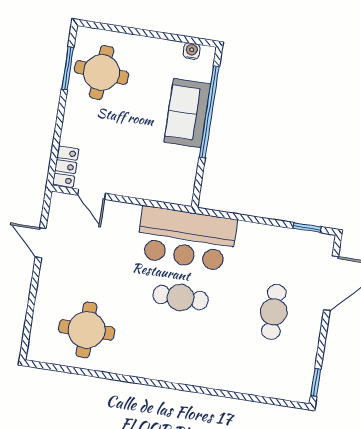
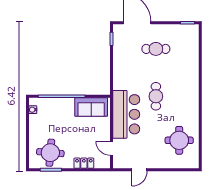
sofa: (187, 113) -> (91, 107), moved
locker: (66, 167) -> (84, 163), moved
door: (92, 194) -> (112, 148), swing flipped
bar counter: (186, 239) -> (126, 114), moved

